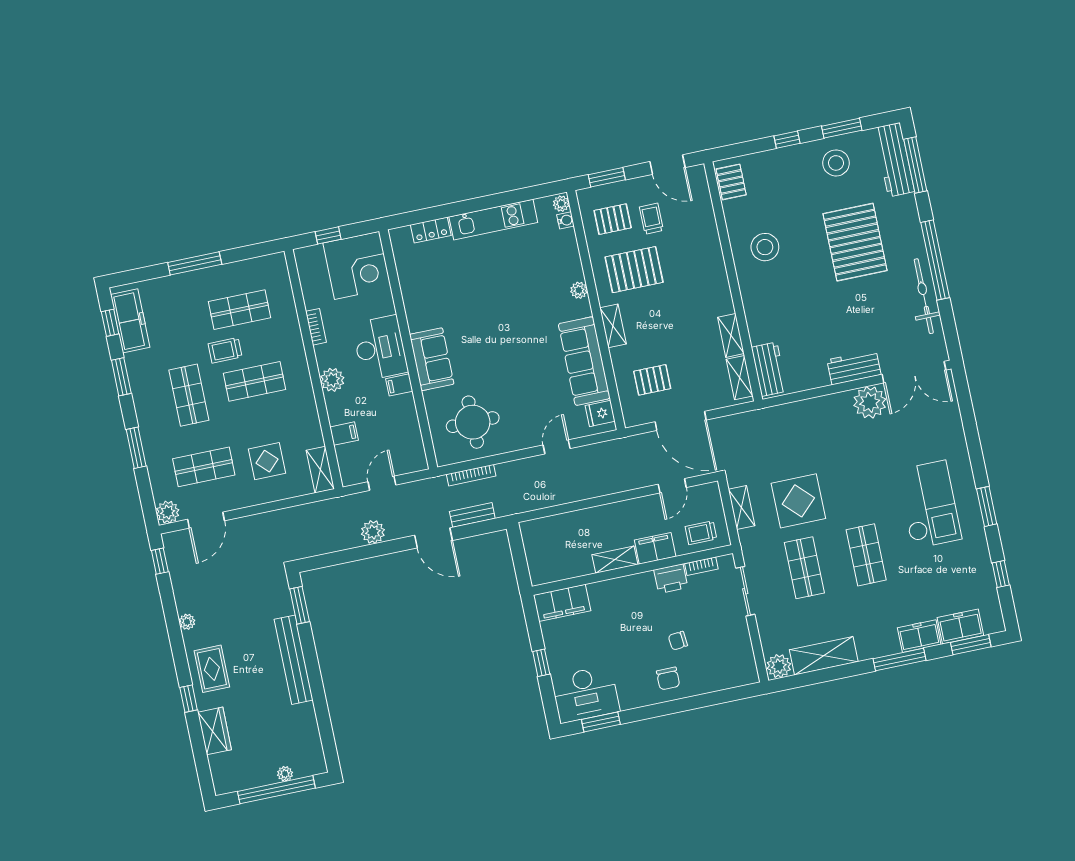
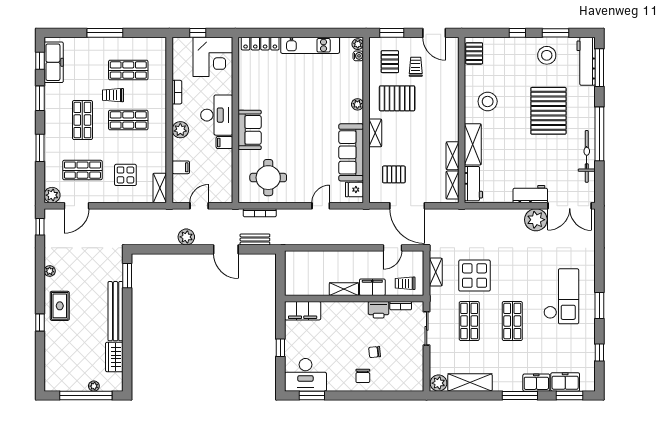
pallet: (613, 219) -> (390, 62), turned 90
locker: (431, 230) -> (260, 44), width x1.53
shelving: (757, 313) -> (473, 144), added
wardrobe: (215, 731) -> (114, 357), moved, turned 180

